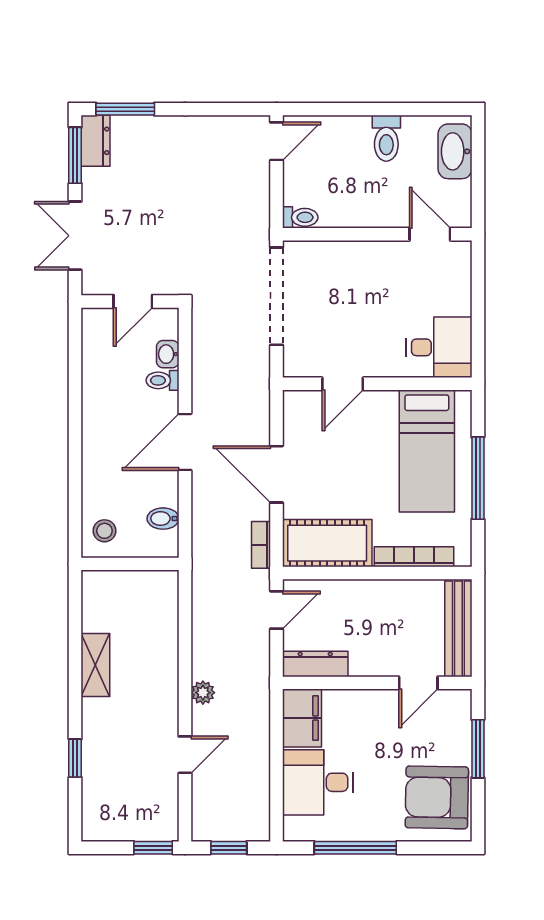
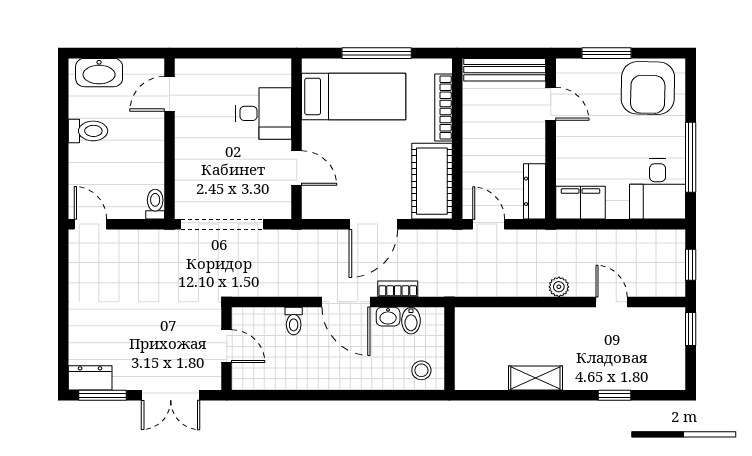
window: (125, 109) -> (63, 353), removed
desk: (439, 347) -> (263, 113), moved, turned 90
washbasin: (168, 354) -> (388, 317), moved
bookcase: (261, 545) -> (398, 289), moved, turned 180
desk: (318, 782) -> (658, 189), moved

